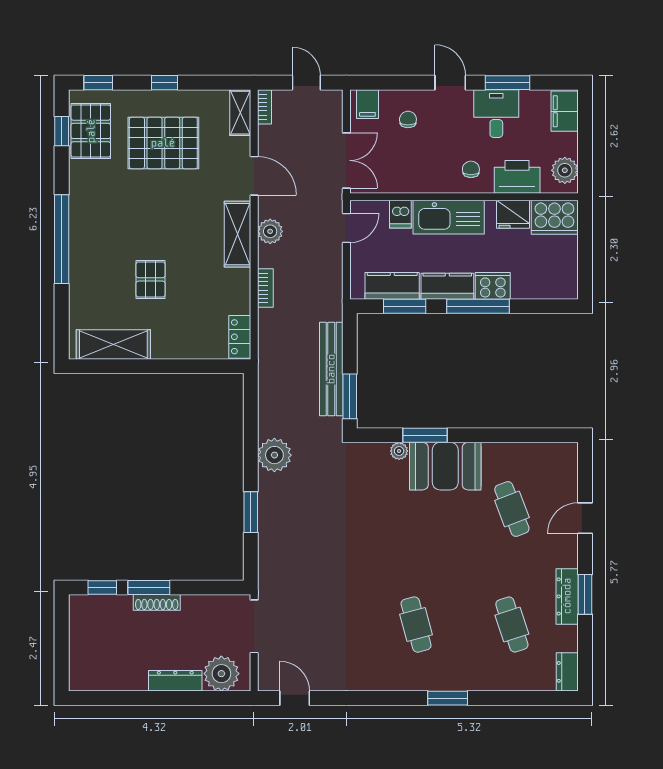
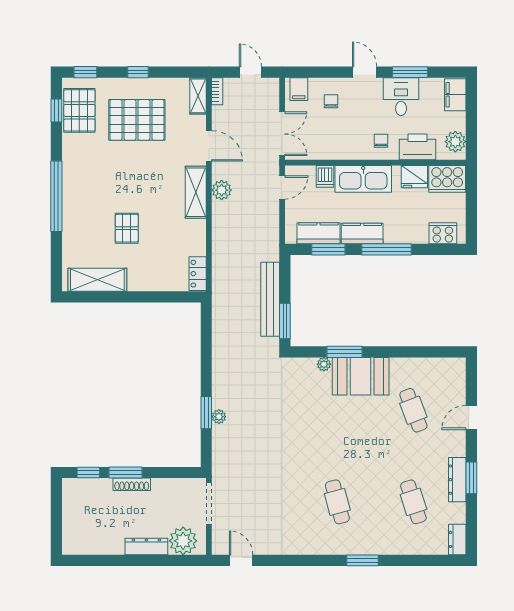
cooker: (493, 286) -> (443, 233), moved
bookcase: (265, 288) -> (218, 235), removed
plant: (274, 455) -> (219, 417), moved, width x0.53, depth x0.53

